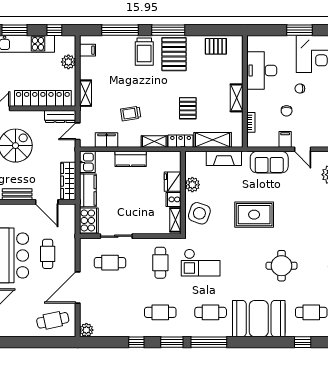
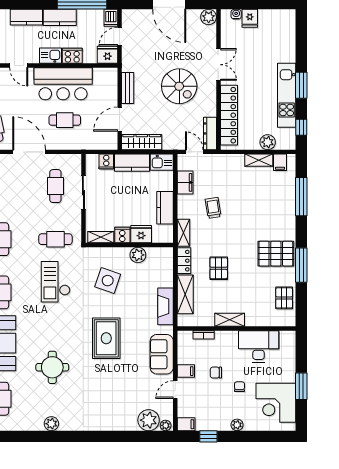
window: (168, 30) -> (301, 265), moved
trolley: (144, 52) -> (278, 222), removed
shelving: (85, 93) -> (259, 160), moved
pallet: (188, 108) -> (219, 268), turned 90
fridge: (173, 182) -> (141, 234), moved
plant: (192, 185) -> (138, 255), moved
wall: (183, 193) -> (129, 245), moved
cooker: (173, 199) -> (122, 235), moved
shelving: (175, 220) -> (101, 237), moved
cooker: (89, 221) -> (106, 161), width x0.53, depth x0.76

